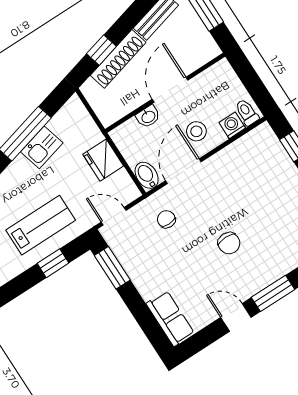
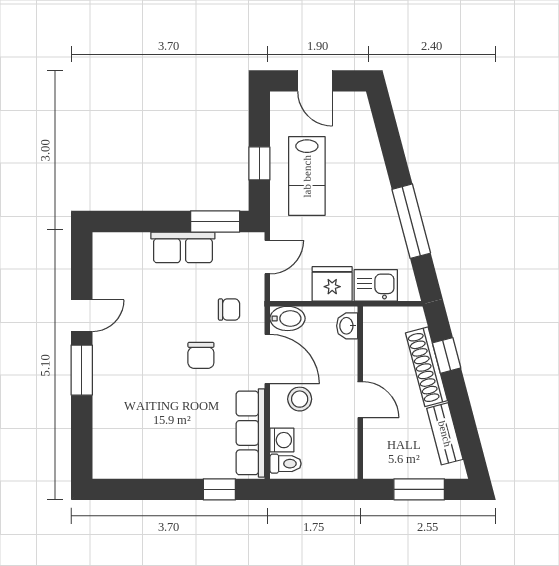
door: (170, 90) -> (360, 400), width x0.73
washbasin: (148, 117) -> (347, 326), moved
kitchen sink: (42, 147) -> (376, 285), moved, turned 105
row of seats: (241, 150) -> (250, 433), added
chair: (229, 243) -> (201, 355), moved, turned -90
row of seats: (170, 319) -> (183, 247), moved

